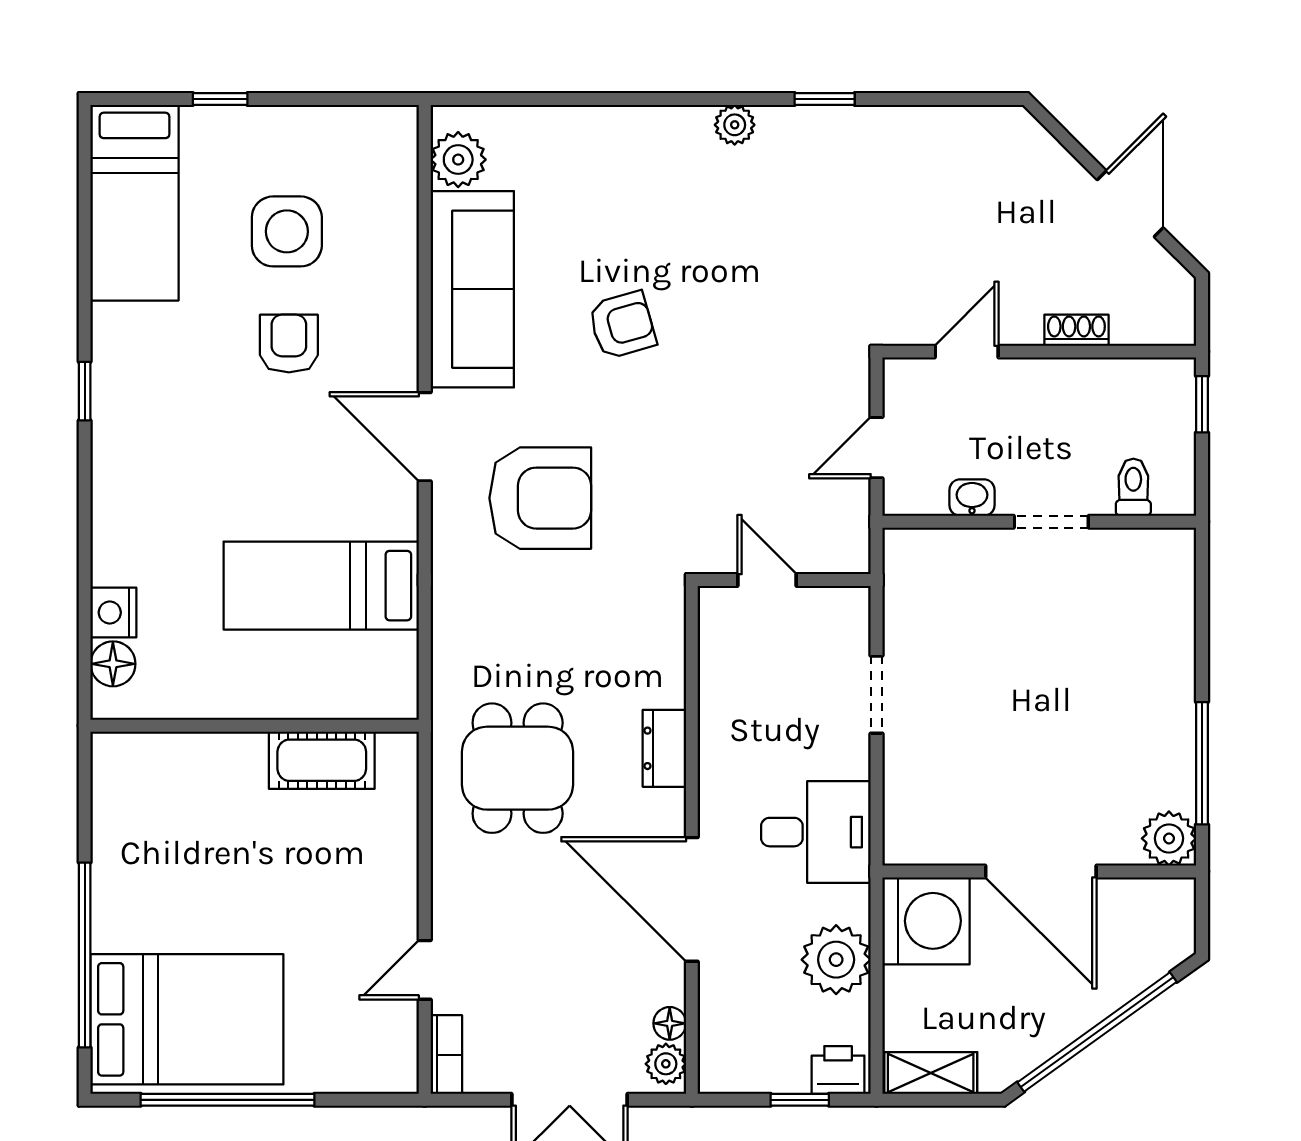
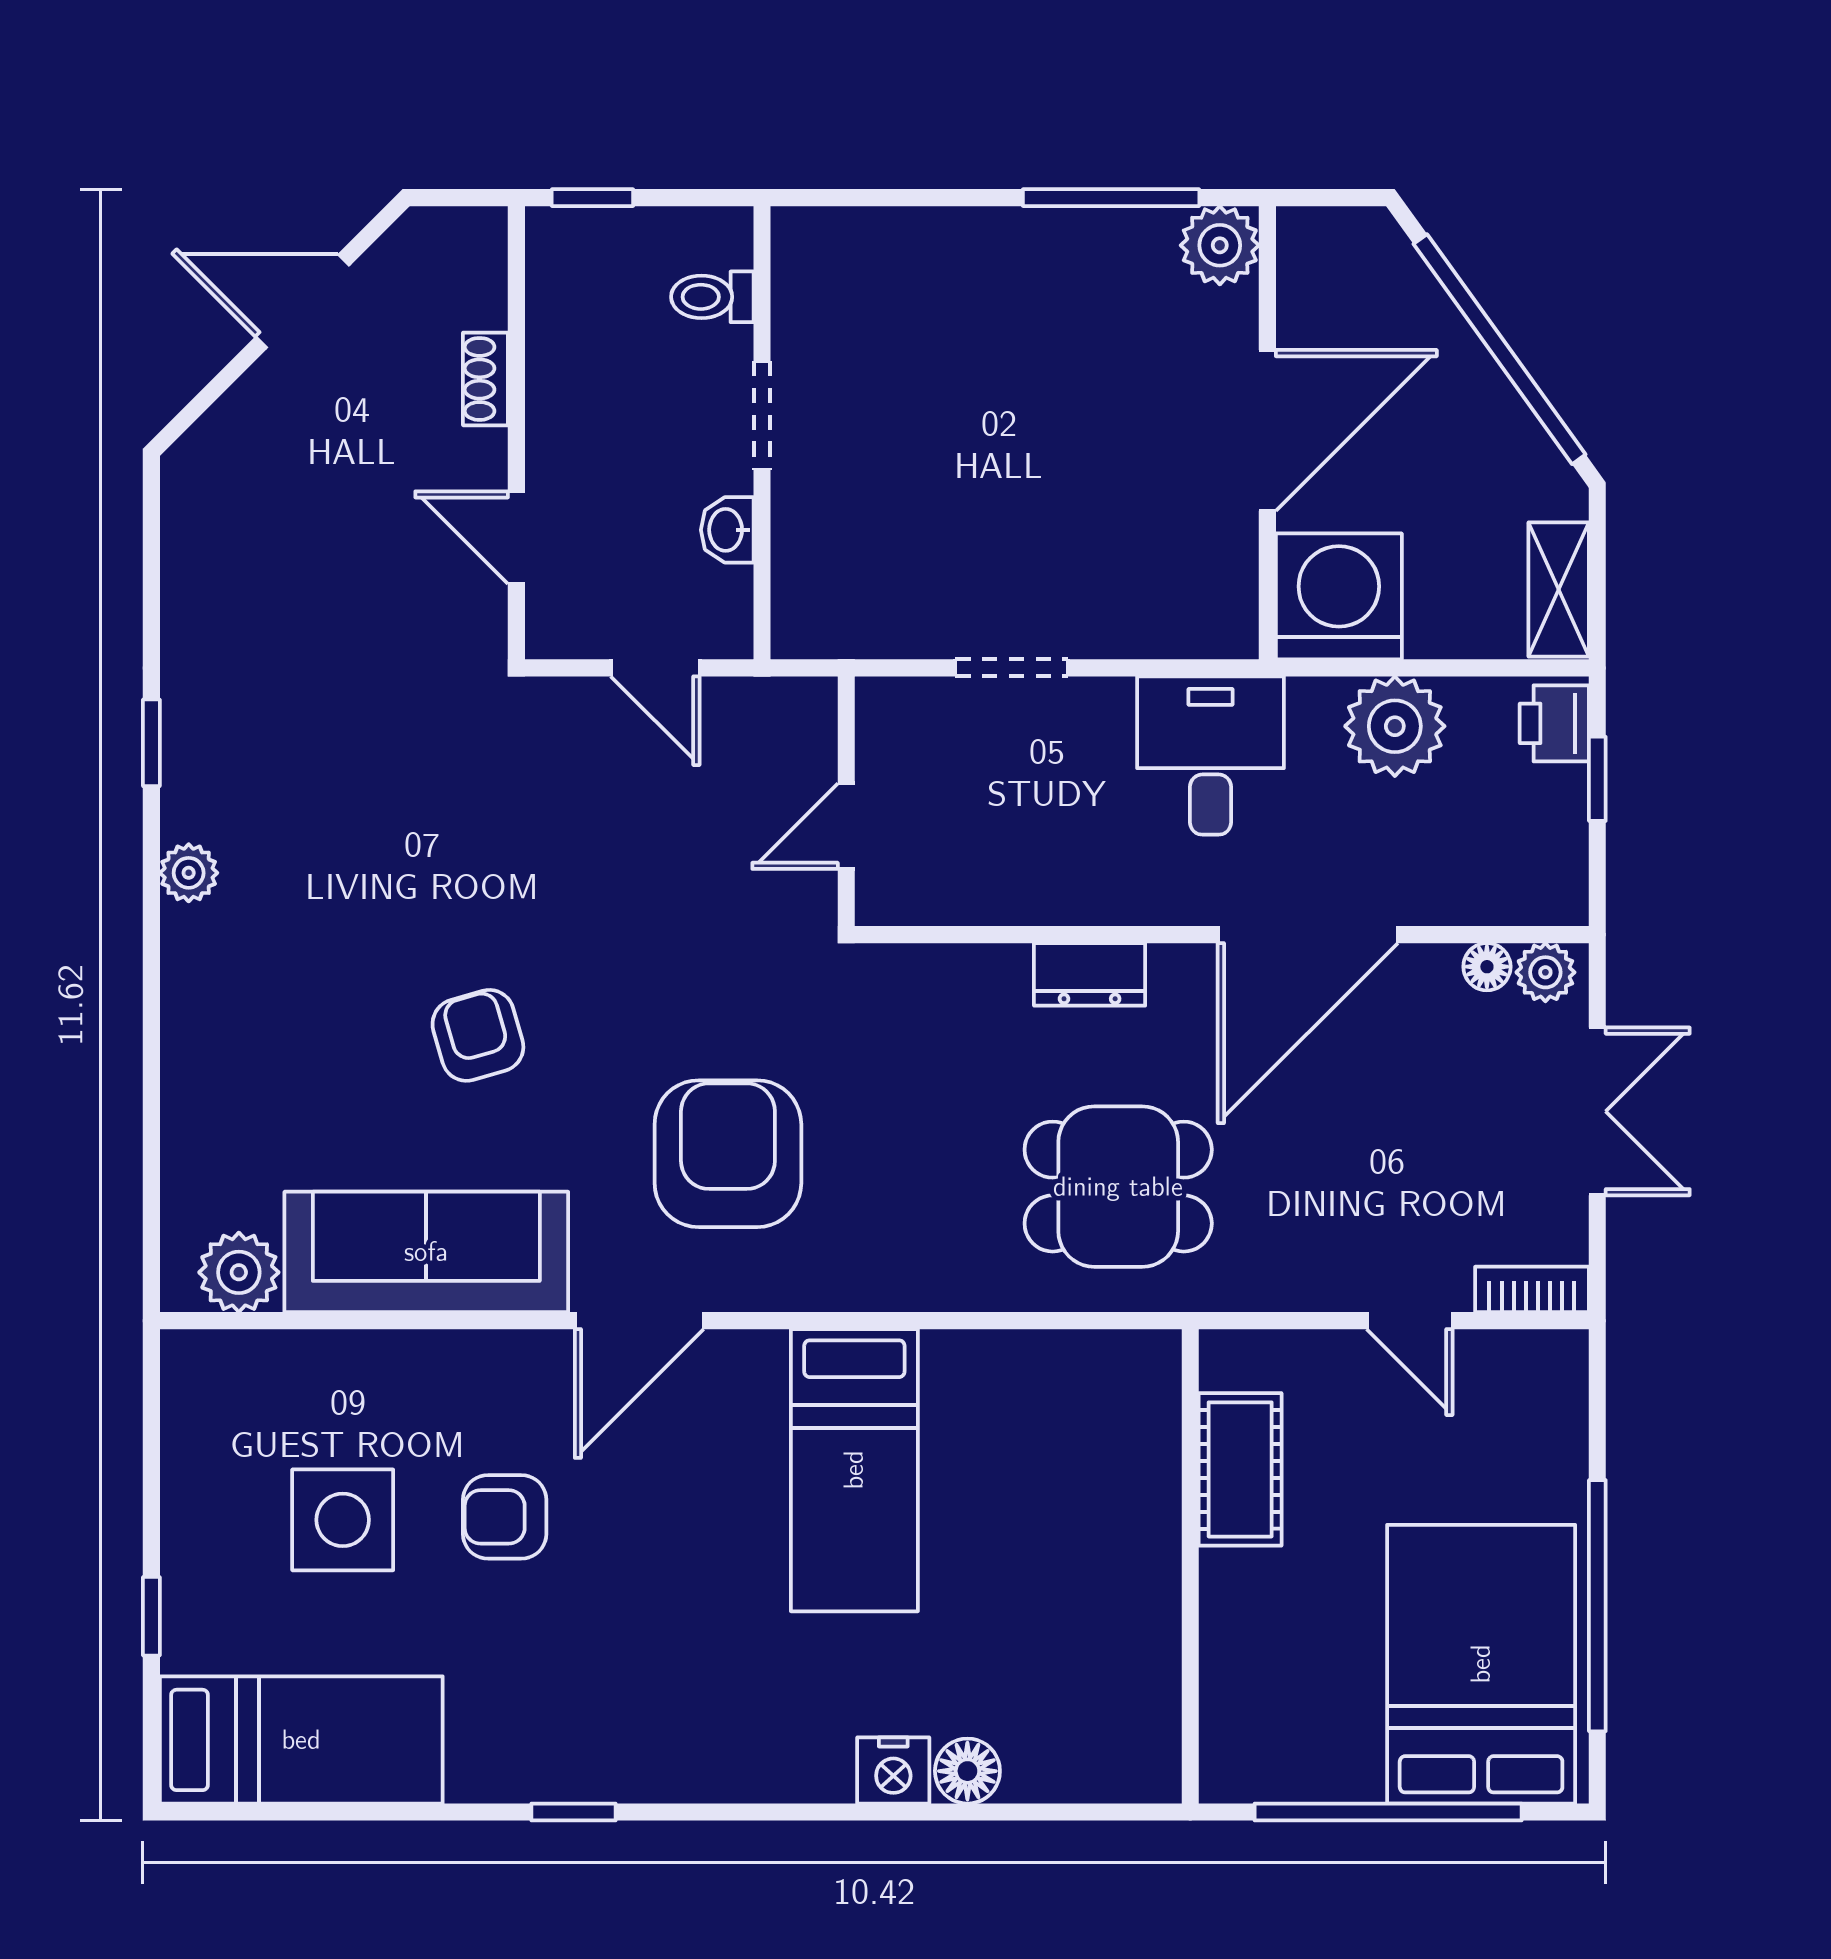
wall: (255, 726) -> (1190, 1566), moved
cot: (322, 760) -> (1240, 1469), moved

